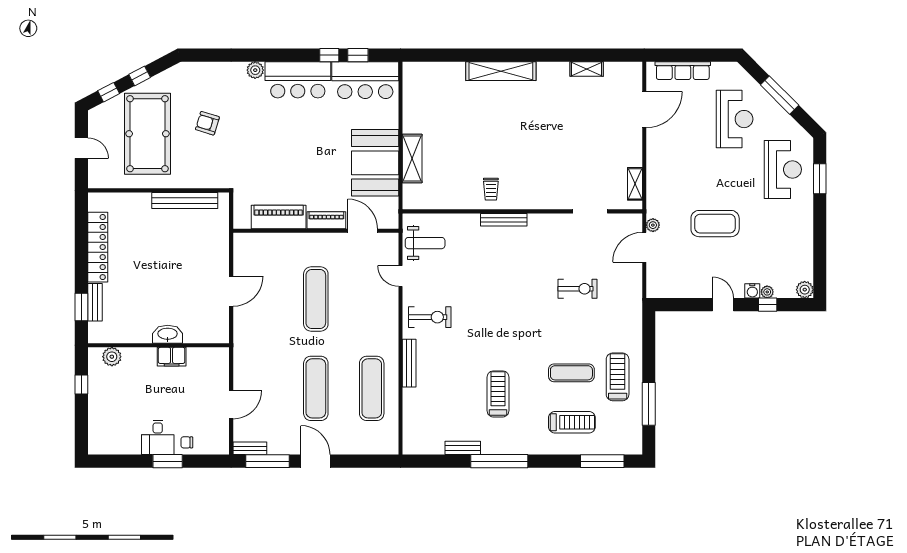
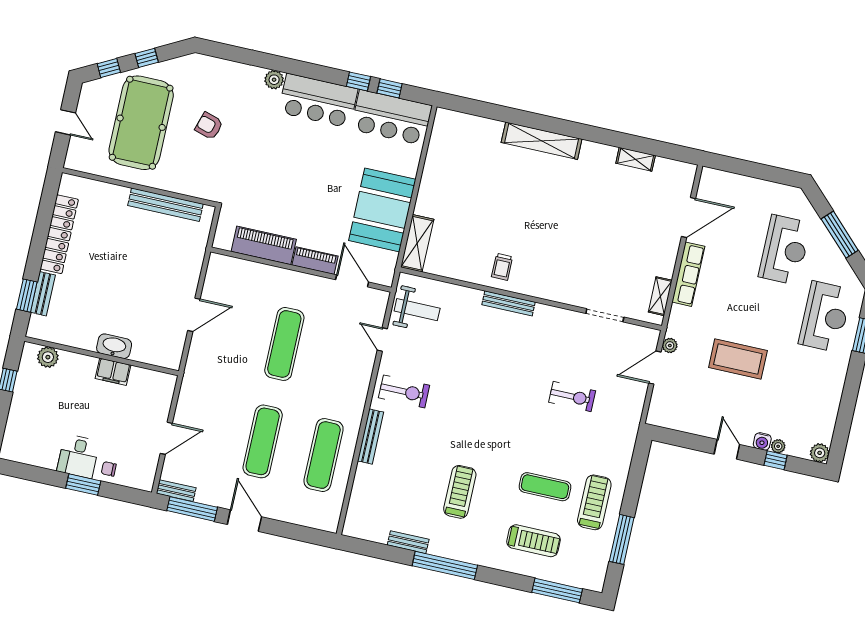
row of seats: (683, 71) -> (688, 274), moved, turned -90
shelving: (412, 158) -> (417, 243), moved

